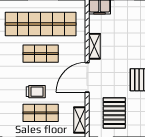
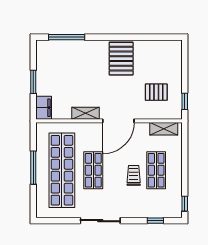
door: (87, 77) -> (118, 121), hinge flipped
pallet: (114, 113) -> (156, 92), width x0.67, depth x0.71

